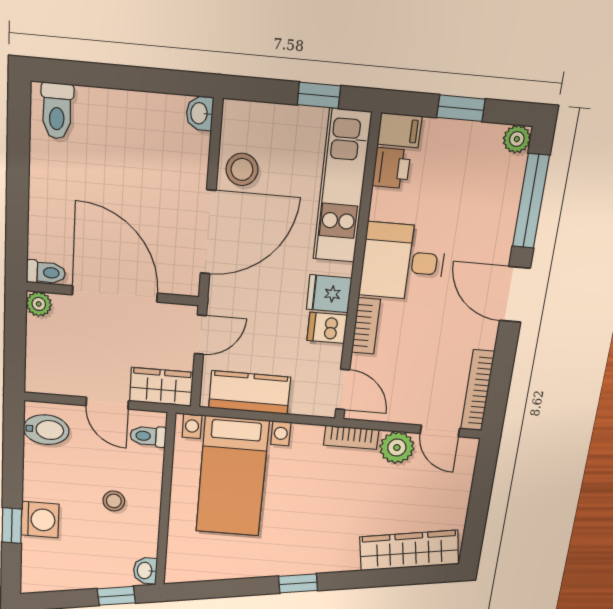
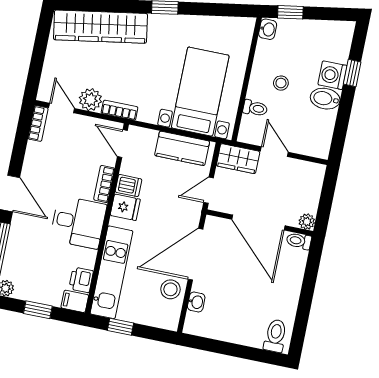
washbasin: (200, 113) -> (196, 302), moved
bookcase: (478, 390) -> (38, 123), width x0.64
bidet: (46, 430) -> (325, 99), moved
toilet: (148, 436) -> (255, 108), moved
wardrobe: (409, 550) -> (100, 27), width x1.40, depth x1.17

